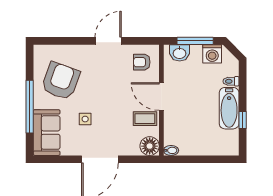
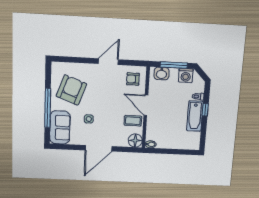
window: (243, 120) -> (205, 110), moved

